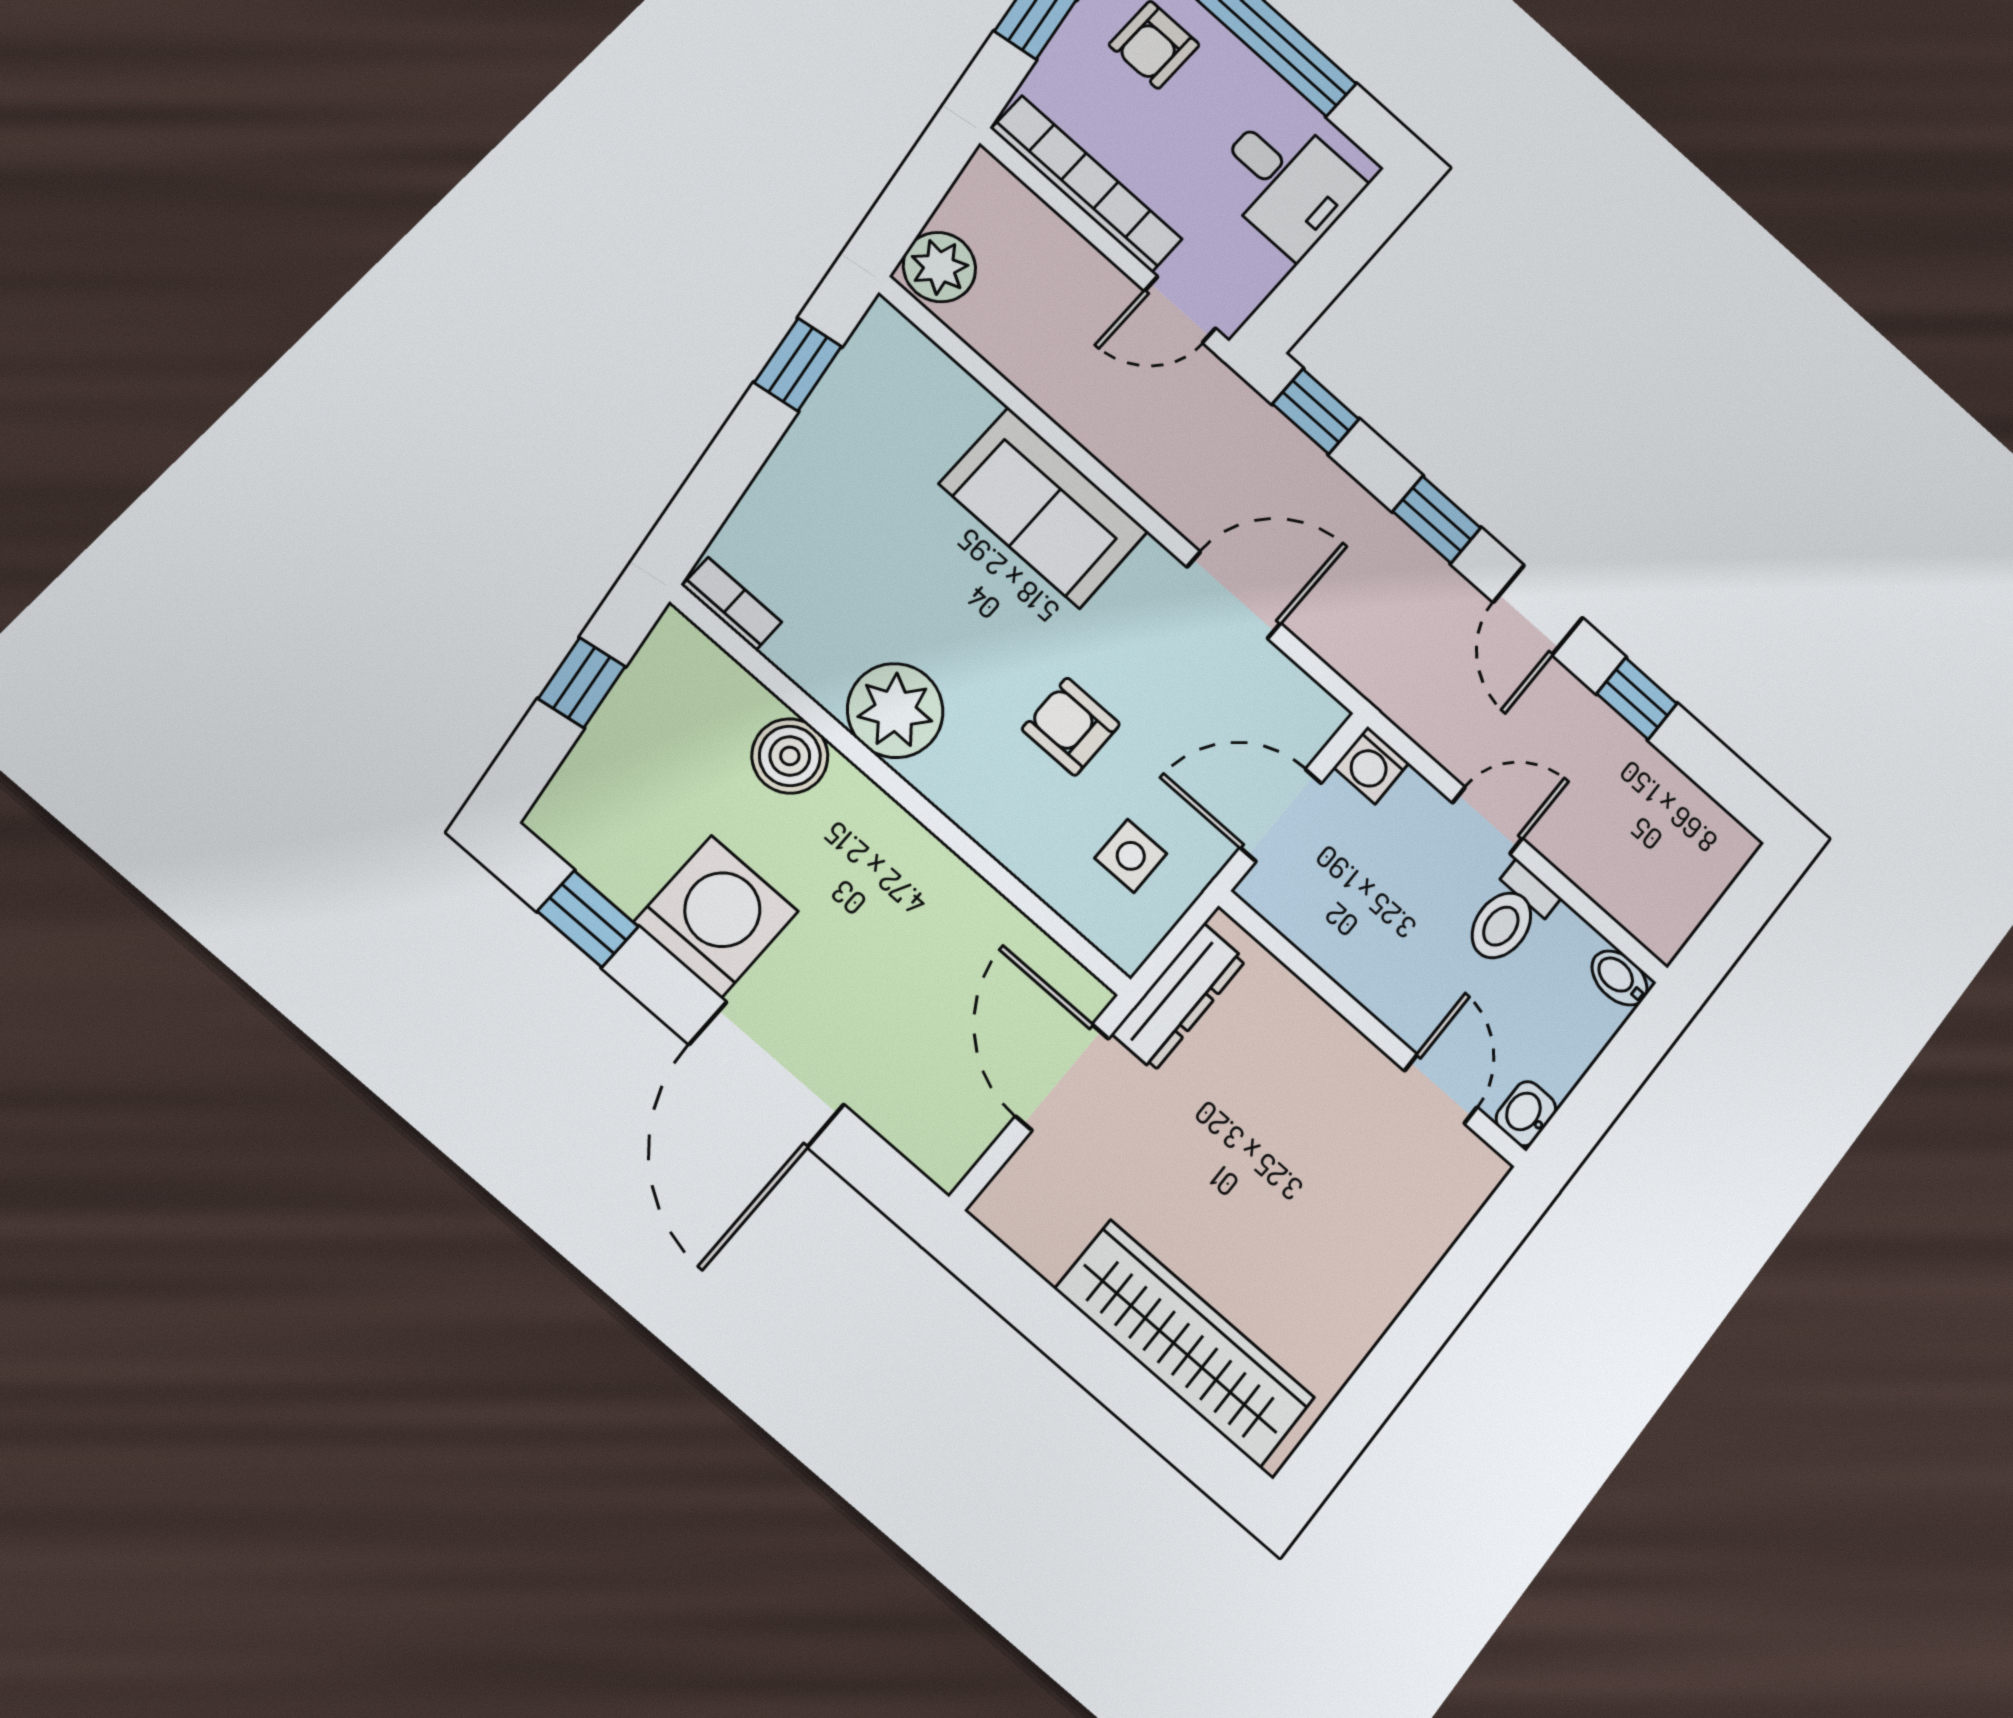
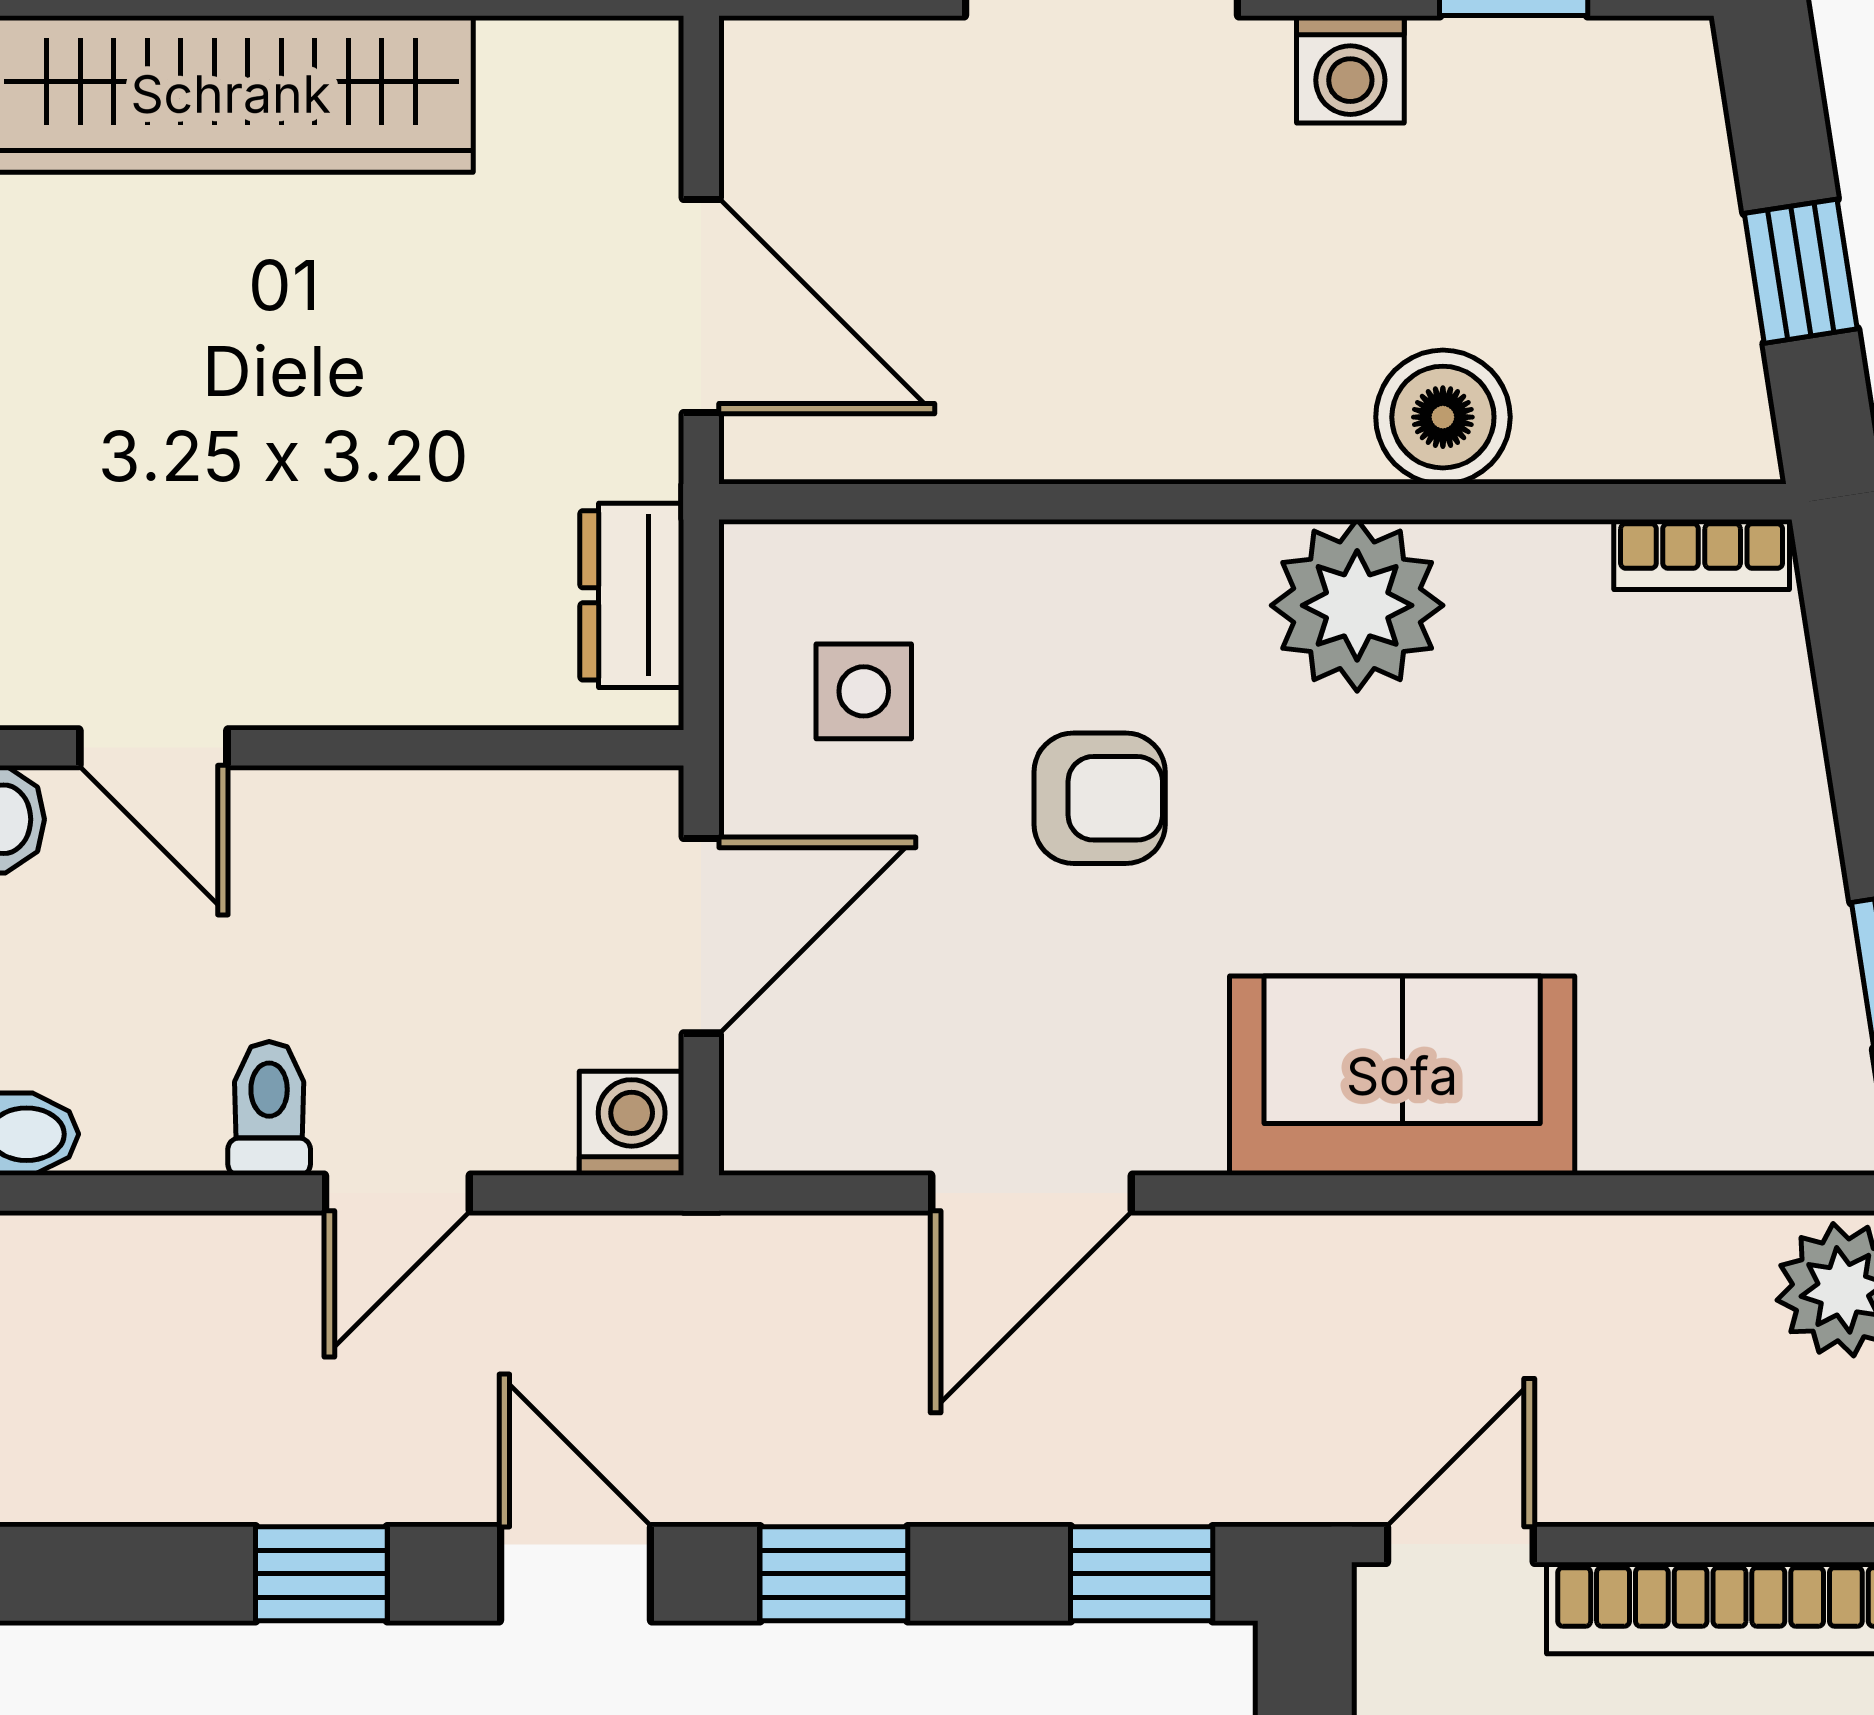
toilet: (1509, 916) -> (269, 1108), width x0.73, depth x0.72
washing machine: (716, 917) -> (1350, 69), width x0.53, depth x0.53
dresser: (1179, 997) -> (632, 595), width x0.70

